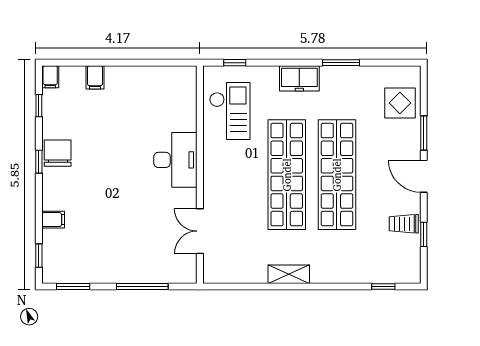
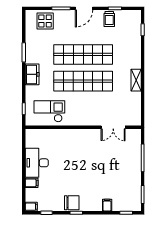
chair: (58, 153) -> (72, 203), turned 180
desk: (175, 160) -> (37, 163), moved, turned -90

